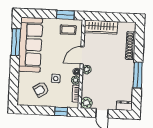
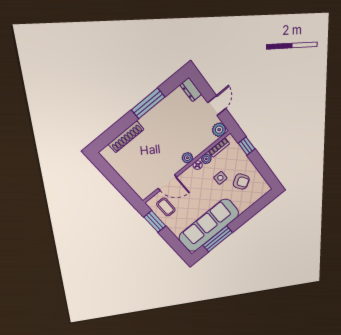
wardrobe: (101, 27) -> (135, 181), removed
door: (82, 55) -> (167, 183), moved

